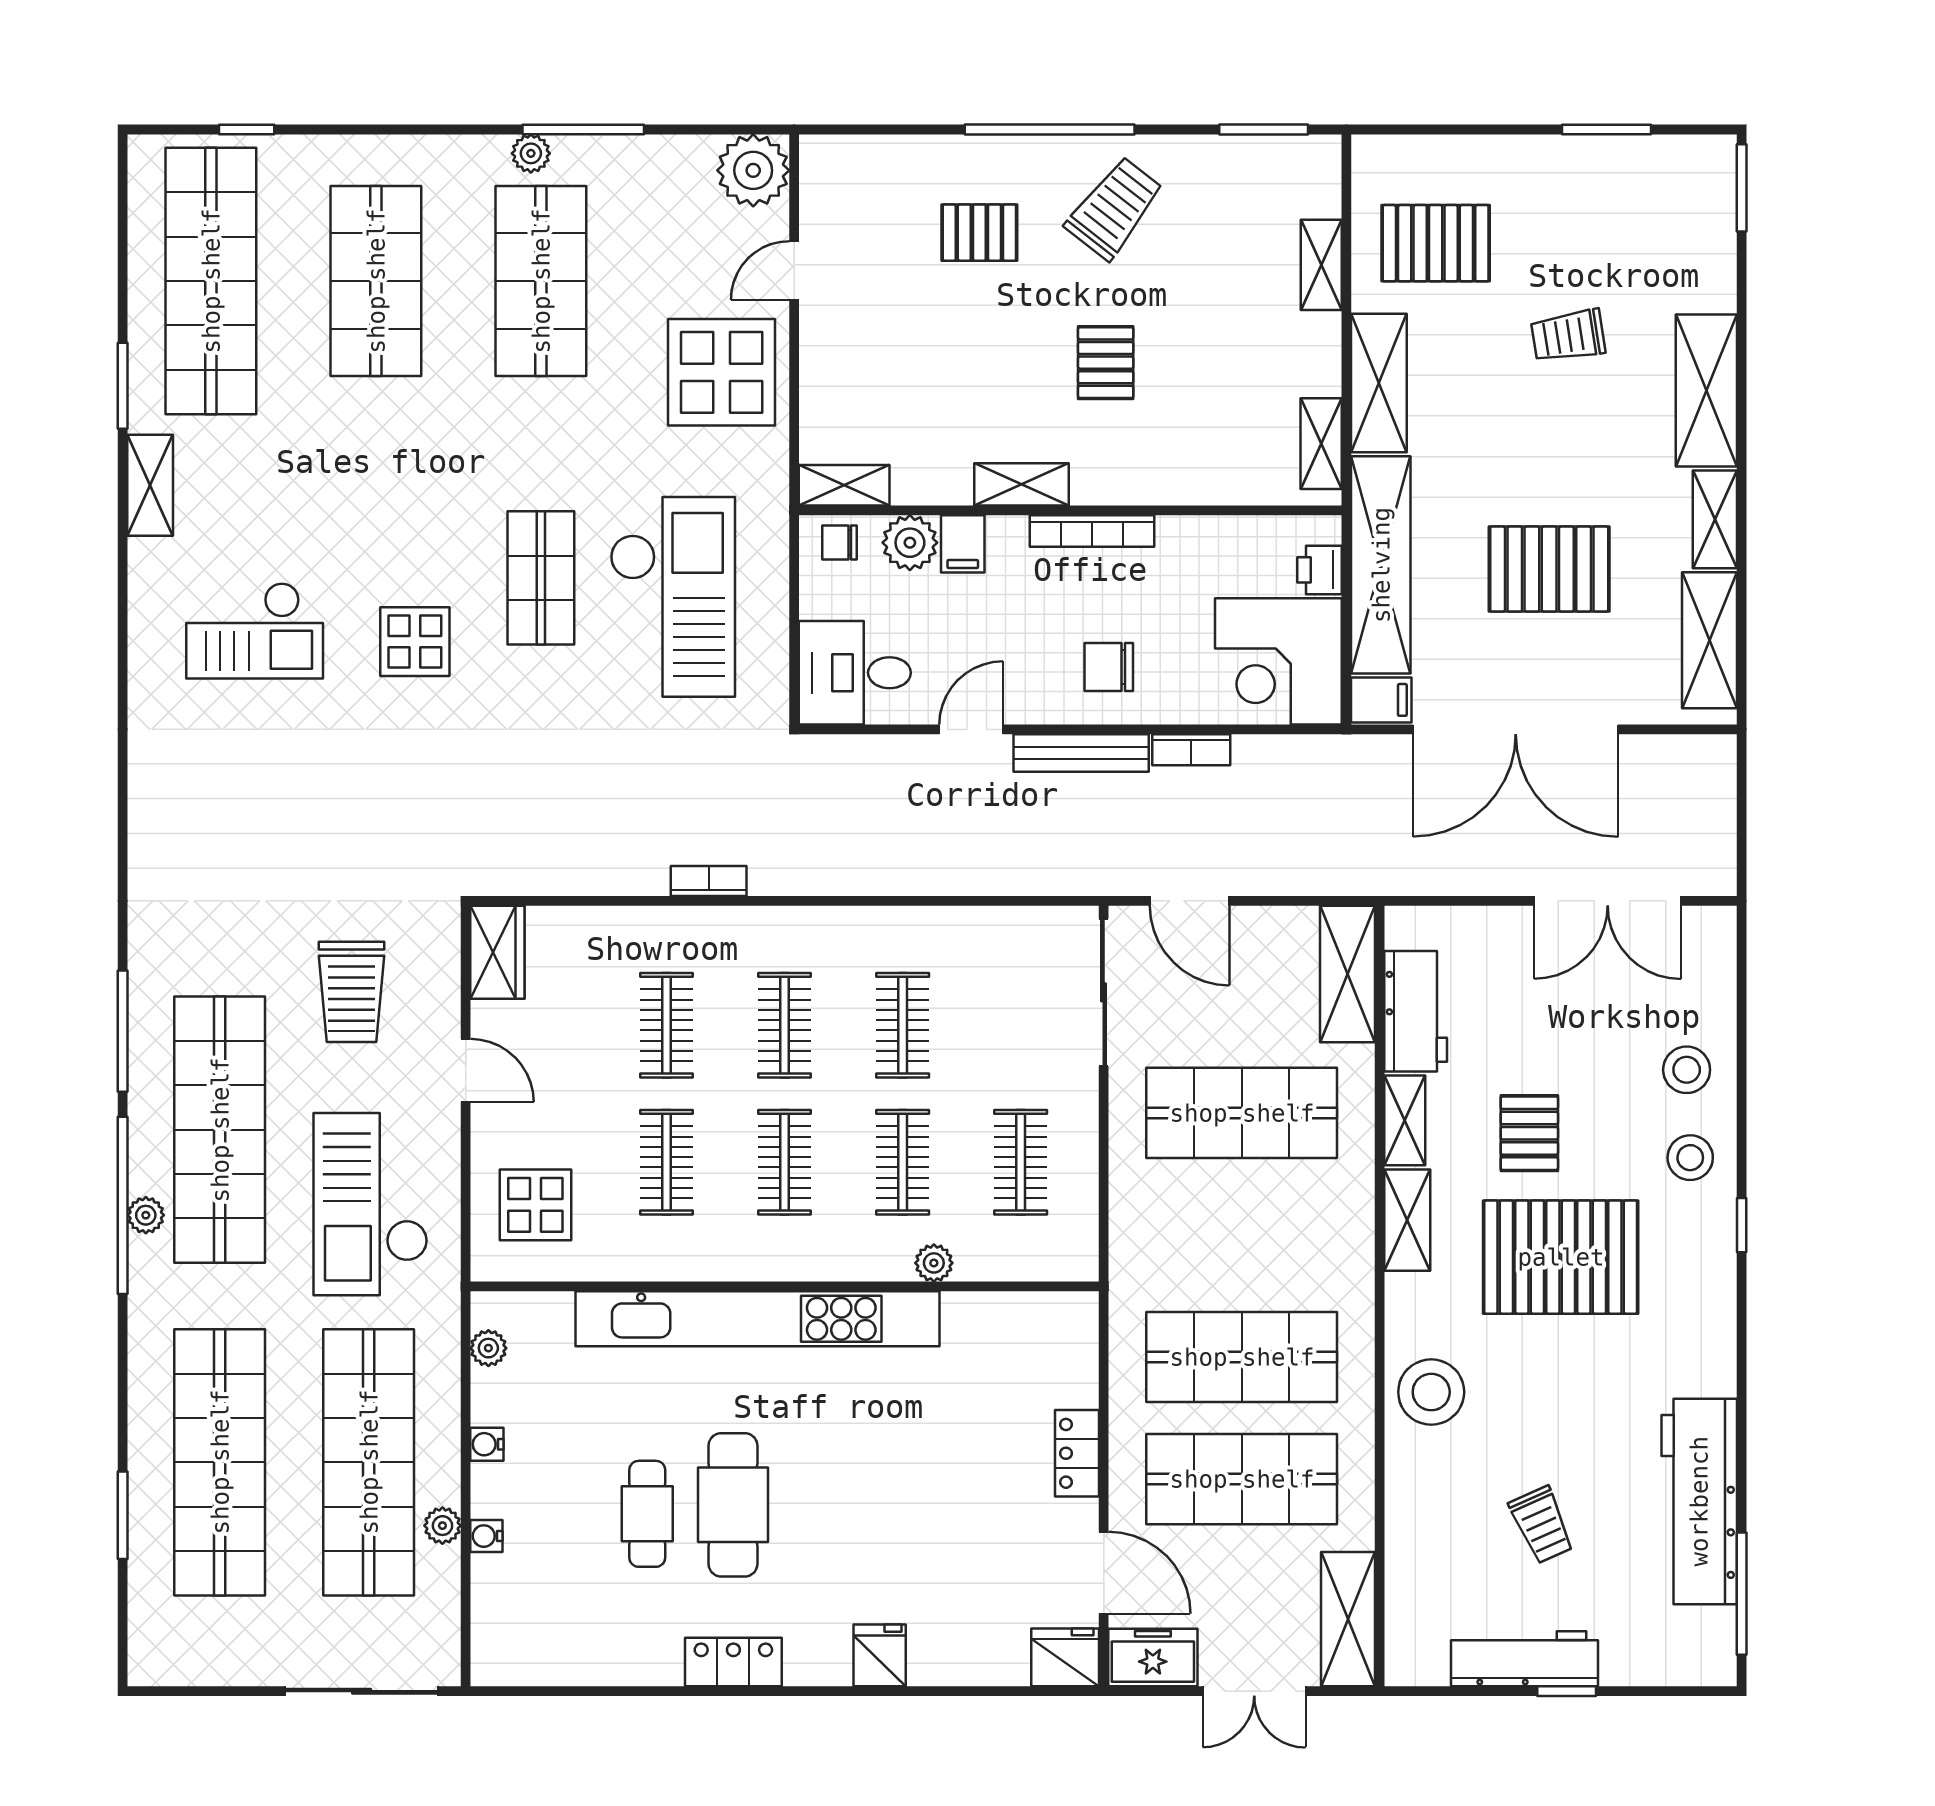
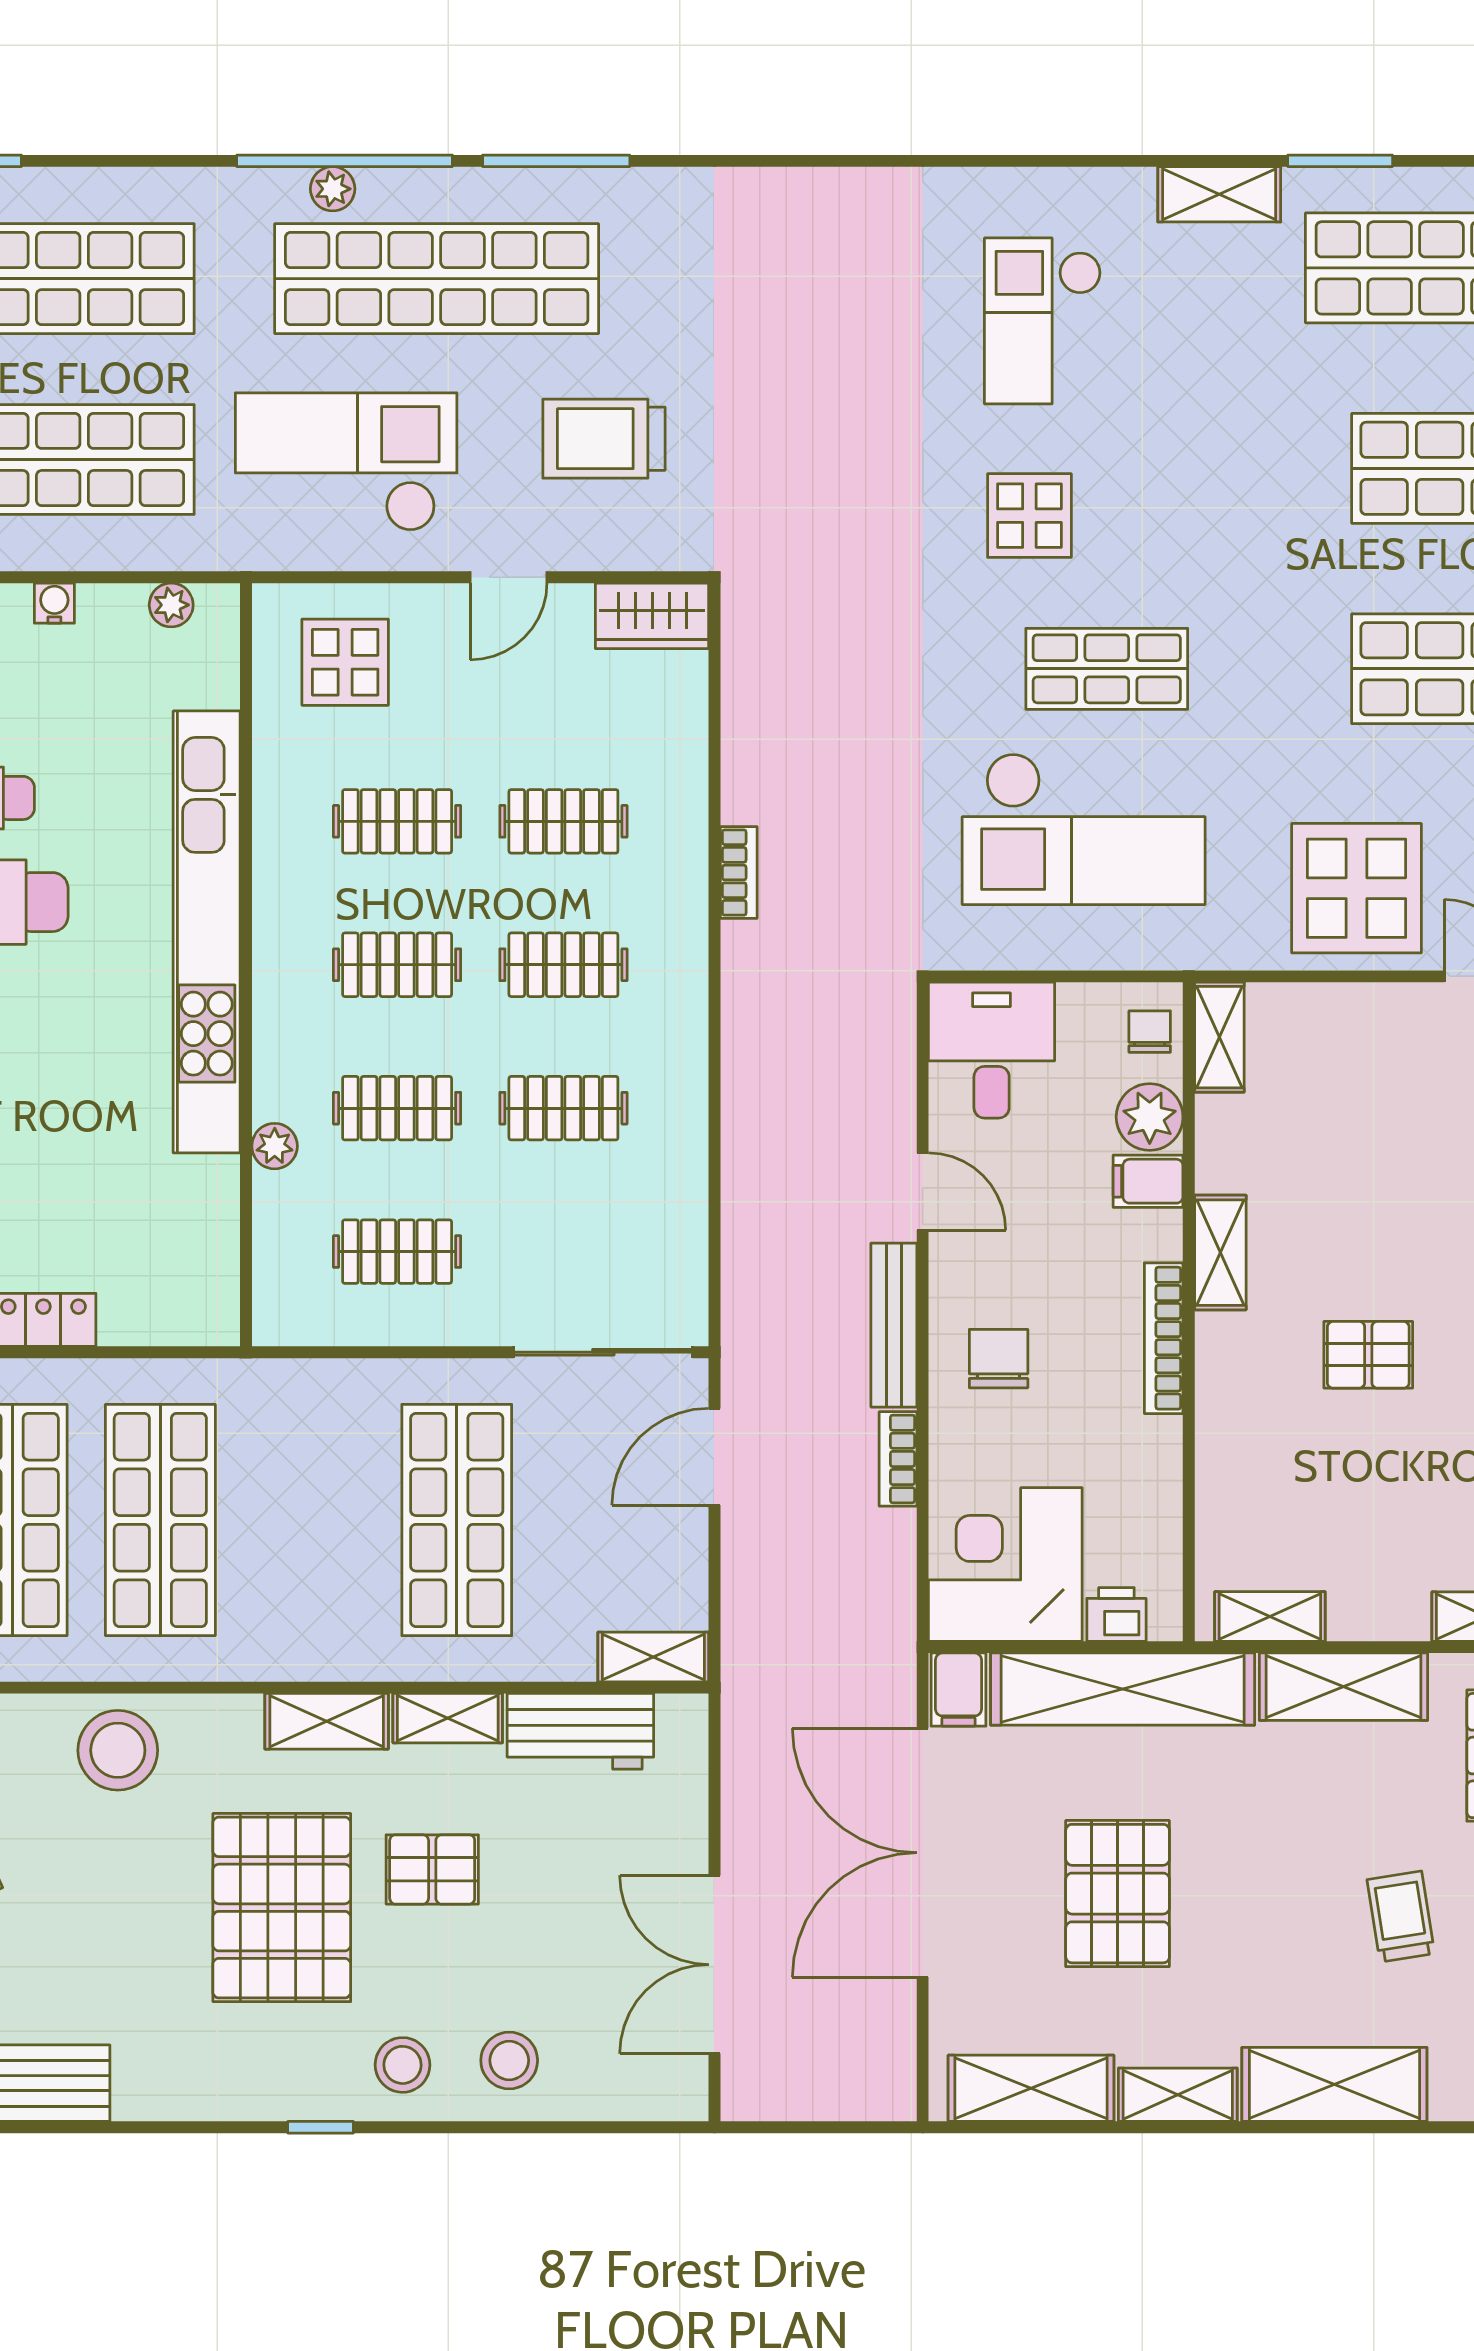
shelving: (1348, 974) -> (653, 1657), width x0.67, depth x0.75

